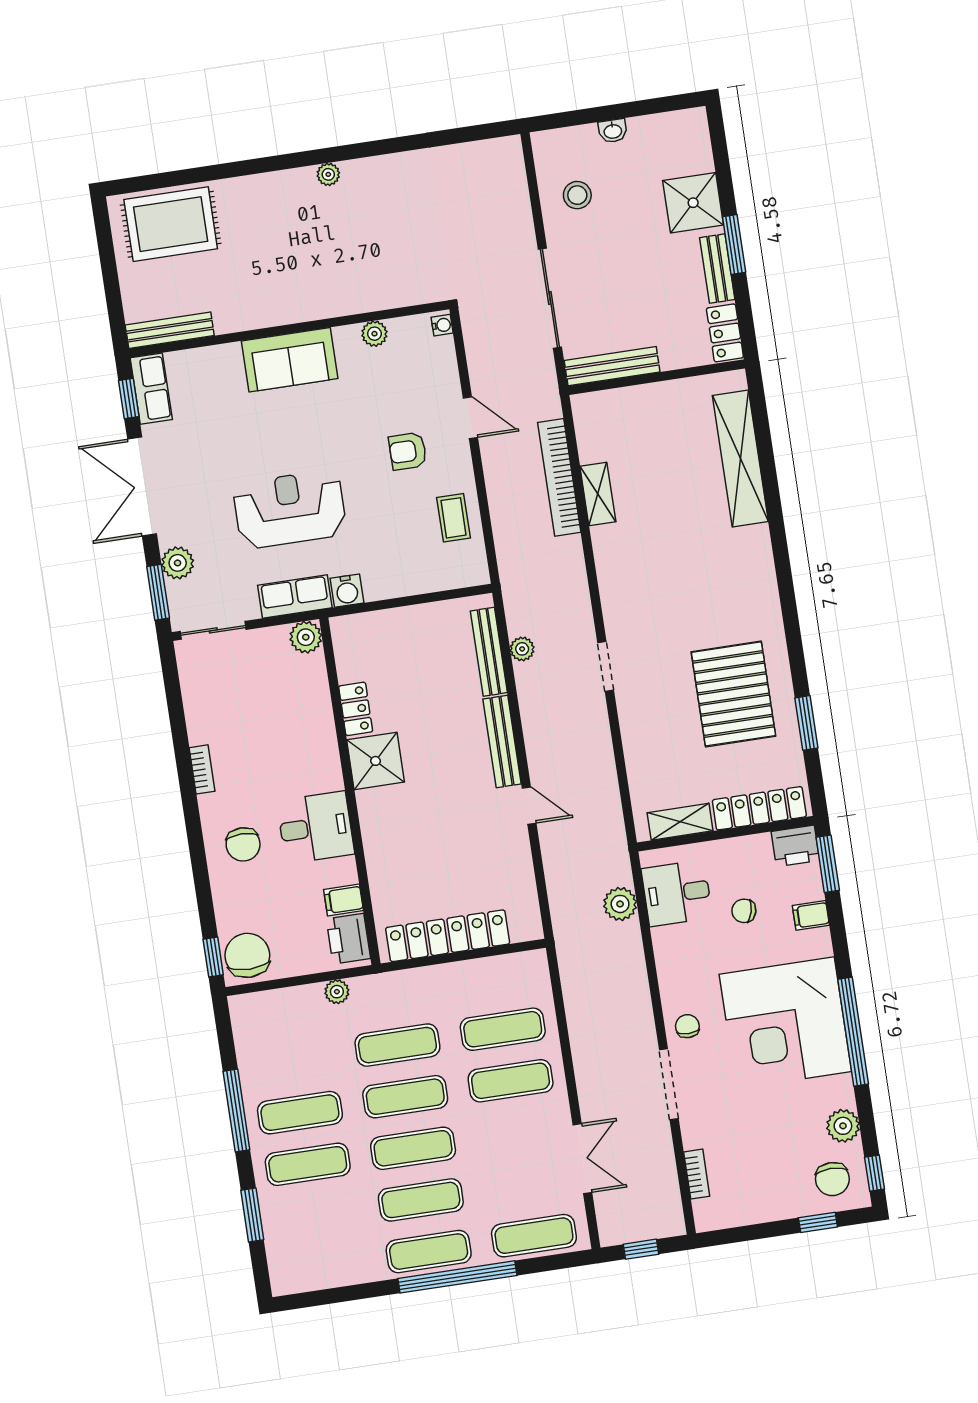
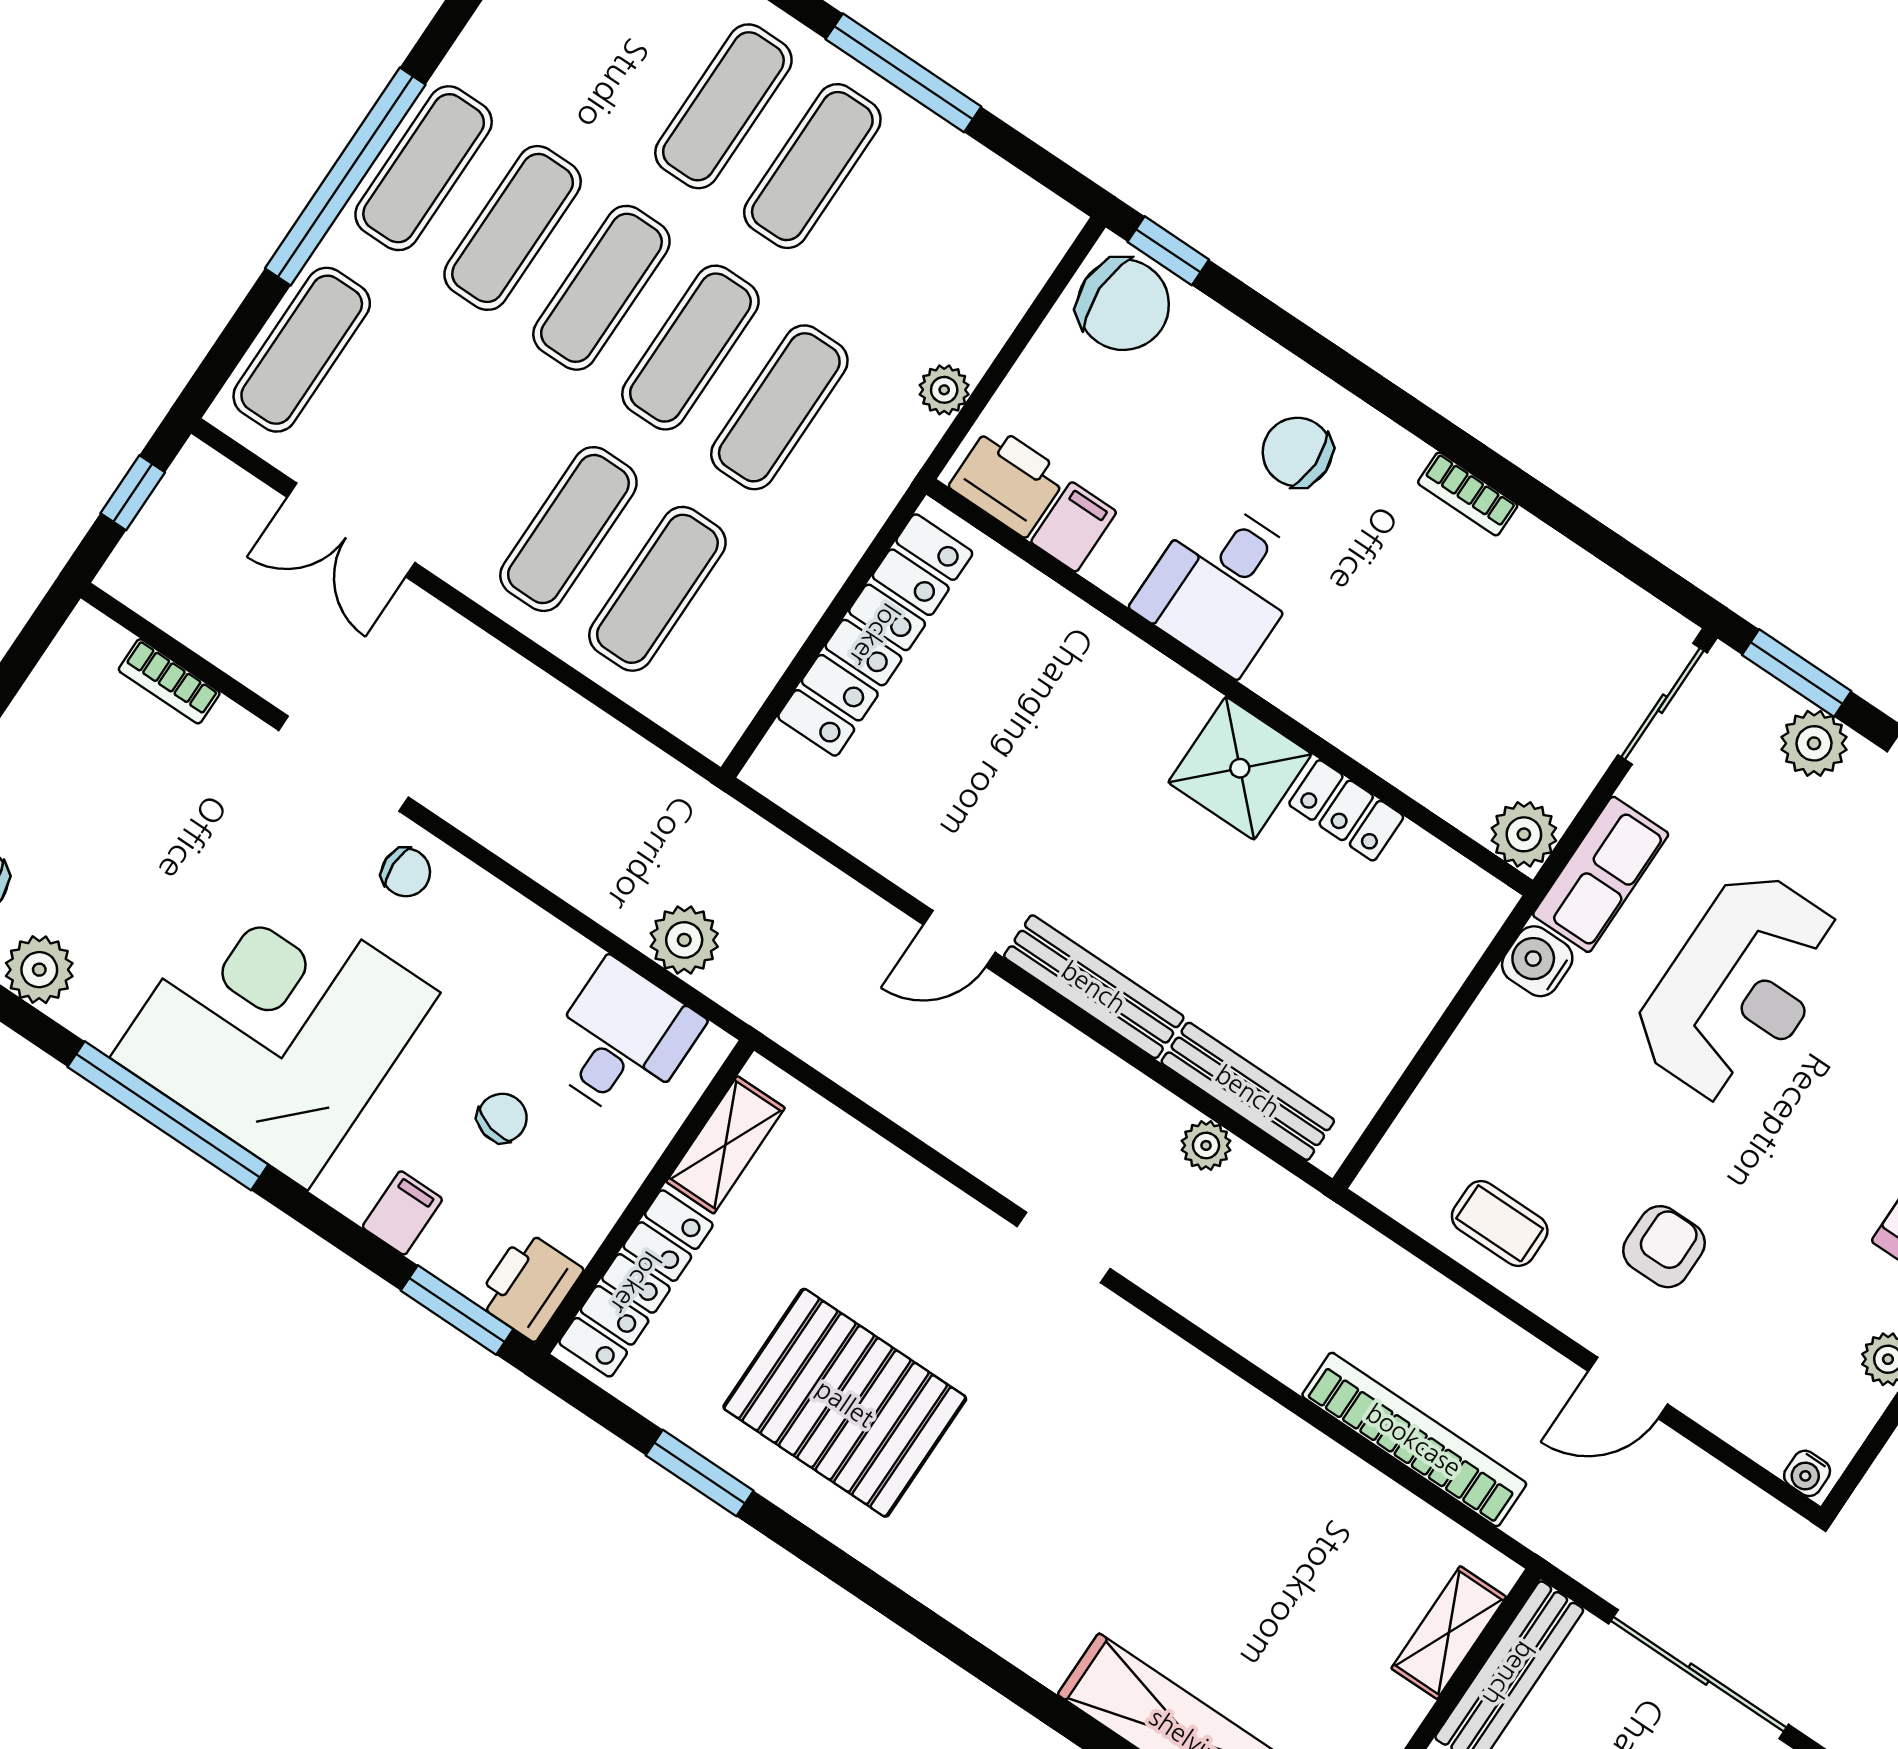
shelving: (598, 494) -> (1449, 1633), moved, turned 90

